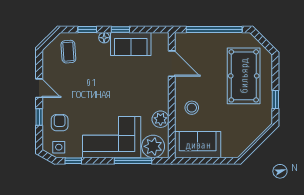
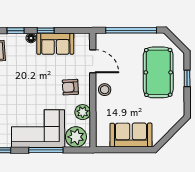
armchair: (147, 92) -> (70, 87), added
window: (275, 100) -> (187, 78), moved
stool: (192, 108) -> (105, 90), moved
sofa: (198, 145) -> (131, 135), moved
window: (133, 161) -> (46, 150), moved

